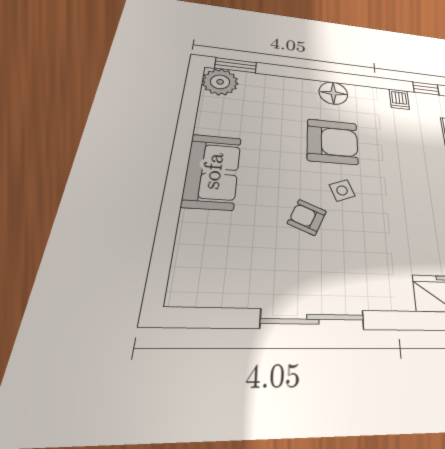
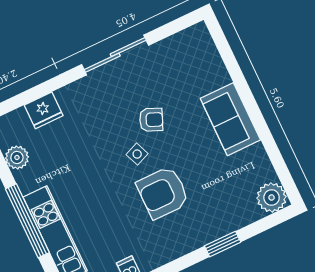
window: (236, 65) -> (223, 244), moved
floor lamp: (333, 93) -> (184, 241), removed

